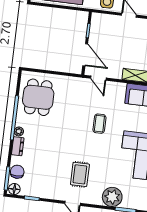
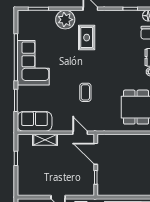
coffee table: (99, 124) -> (85, 92), moved
plant: (112, 197) -> (65, 20), moved

